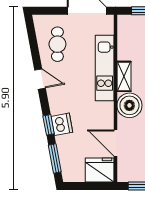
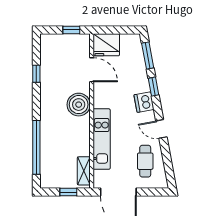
shelving: (124, 76) -> (84, 171), moved
dishwasher: (62, 124) -> (144, 102), moved

